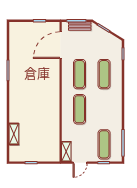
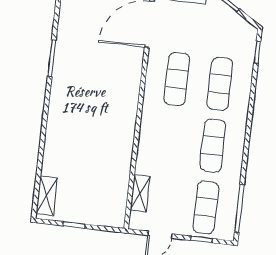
exercise mat: (80, 109) -> (213, 146), moved
shelving: (14, 134) -> (47, 196), moved
shelving: (66, 151) -> (140, 193), moved

